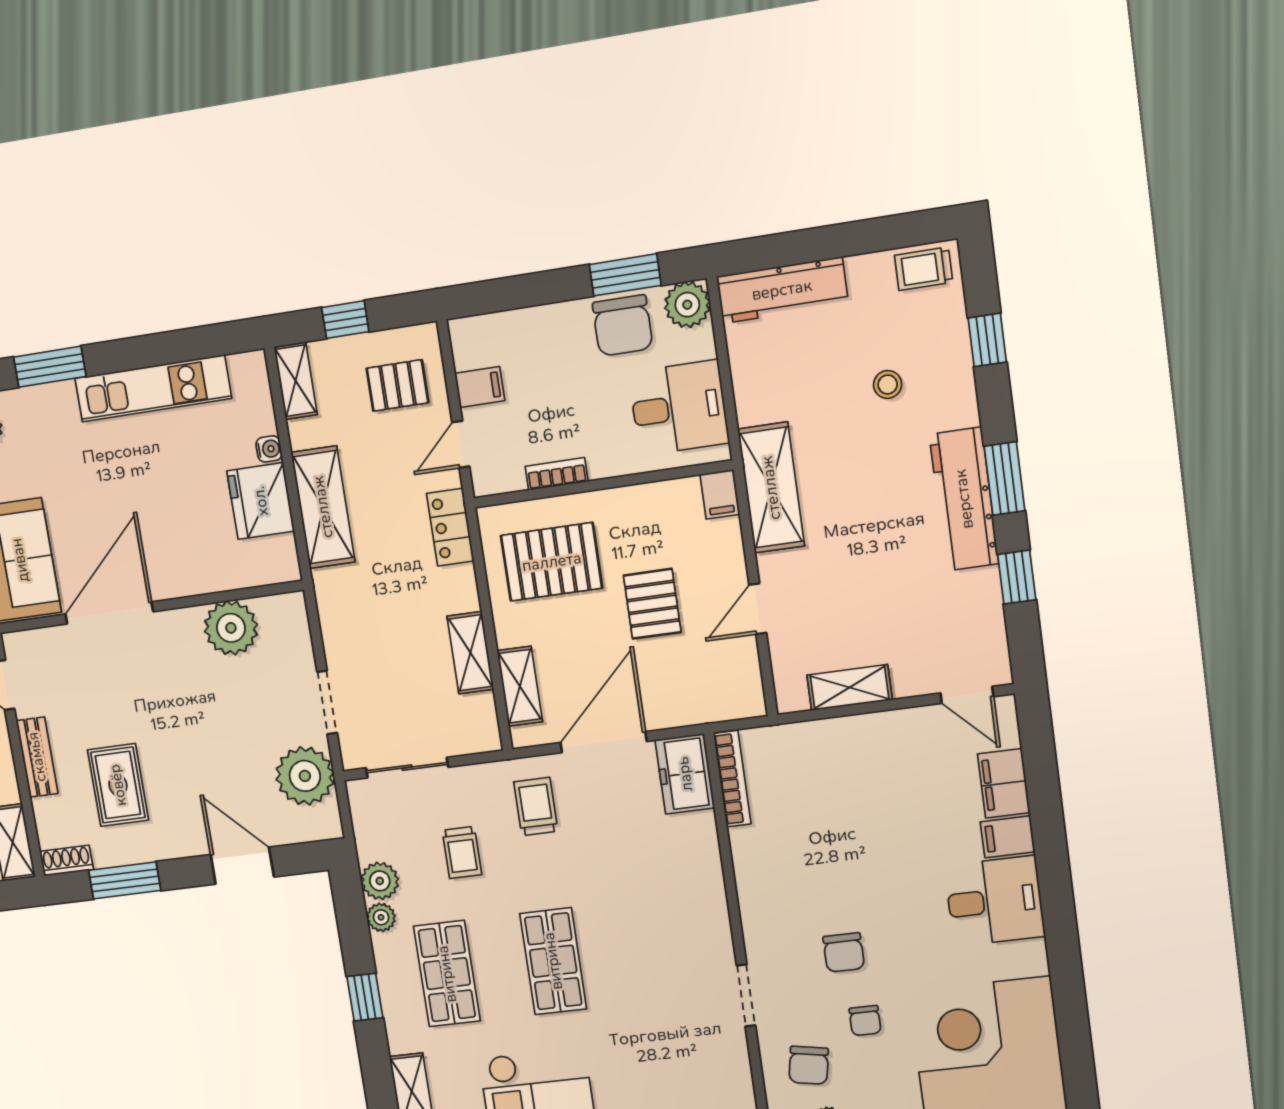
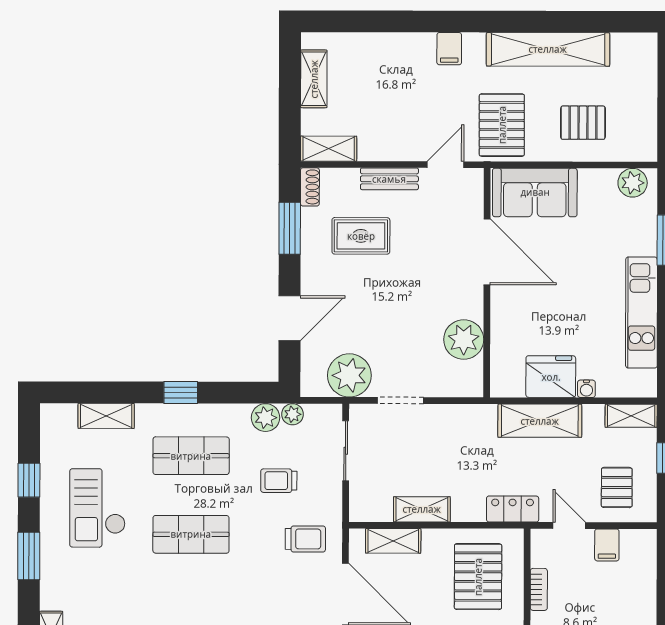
plant: (381, 917) -> (292, 414), moved

